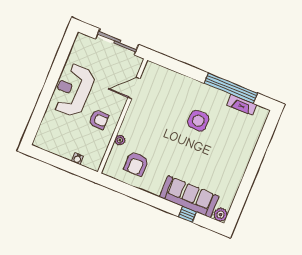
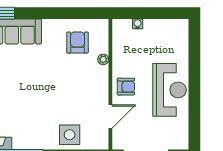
armchair: (99, 120) -> (126, 87), moved, turned 180
side table: (198, 121) -> (70, 135), moved

